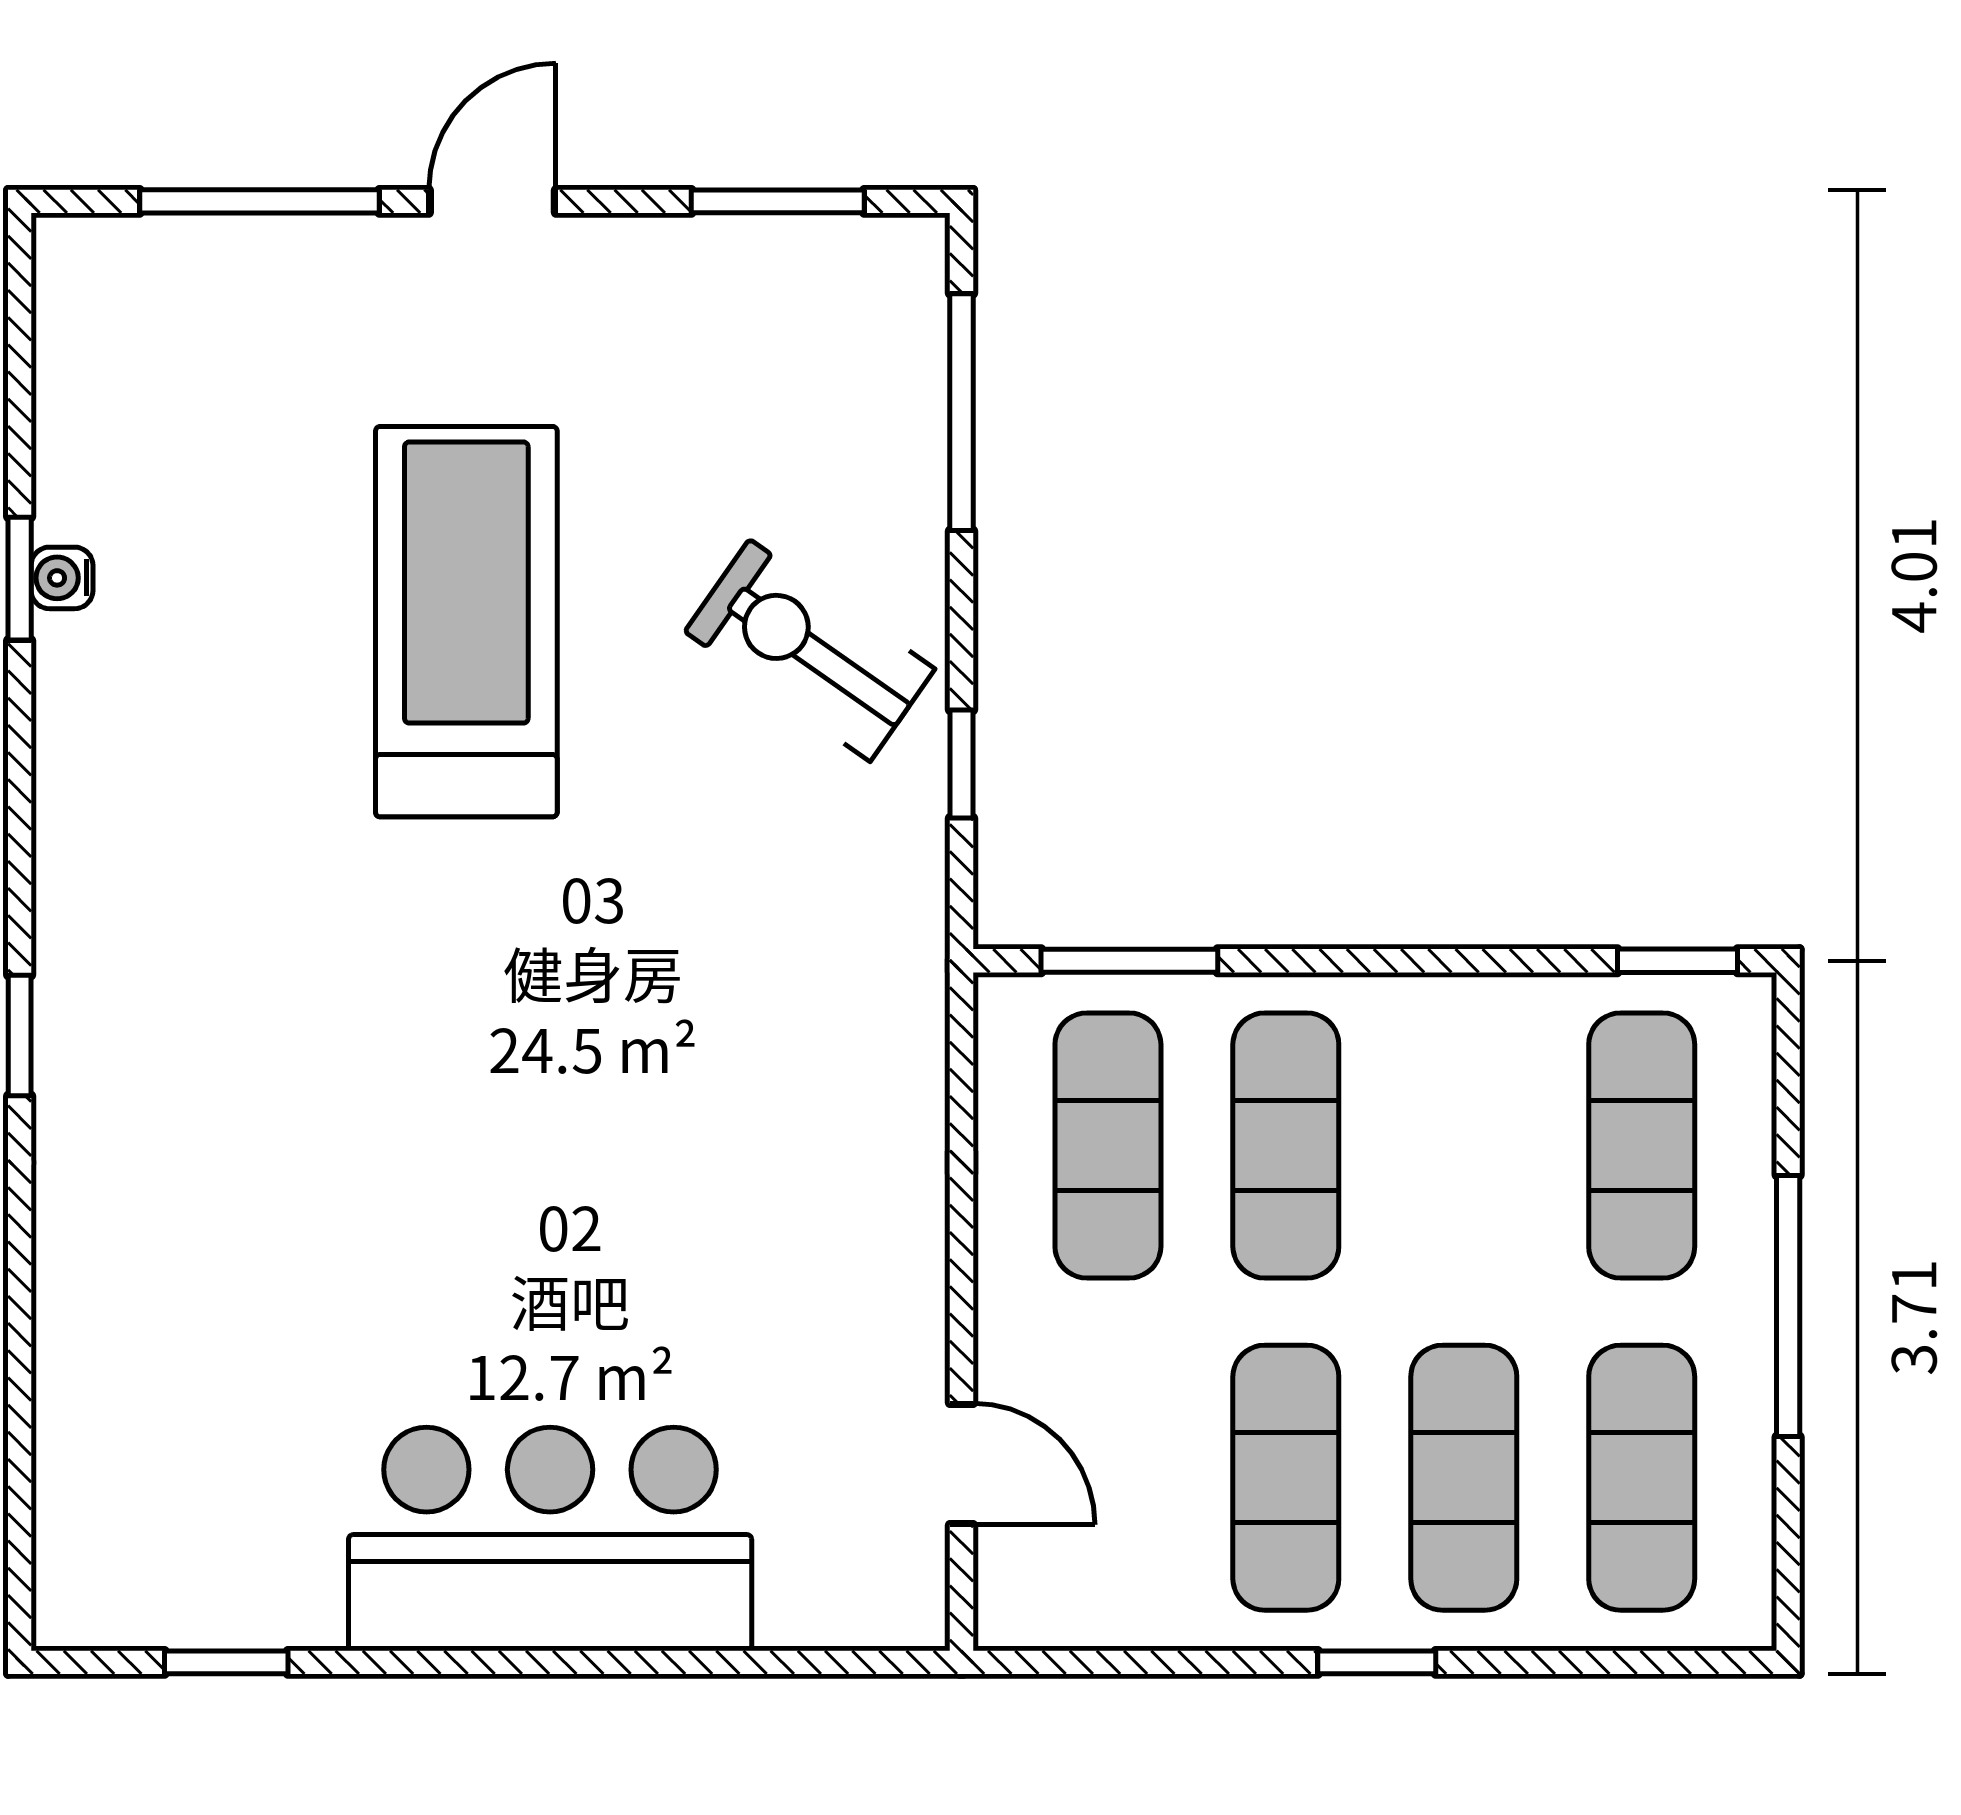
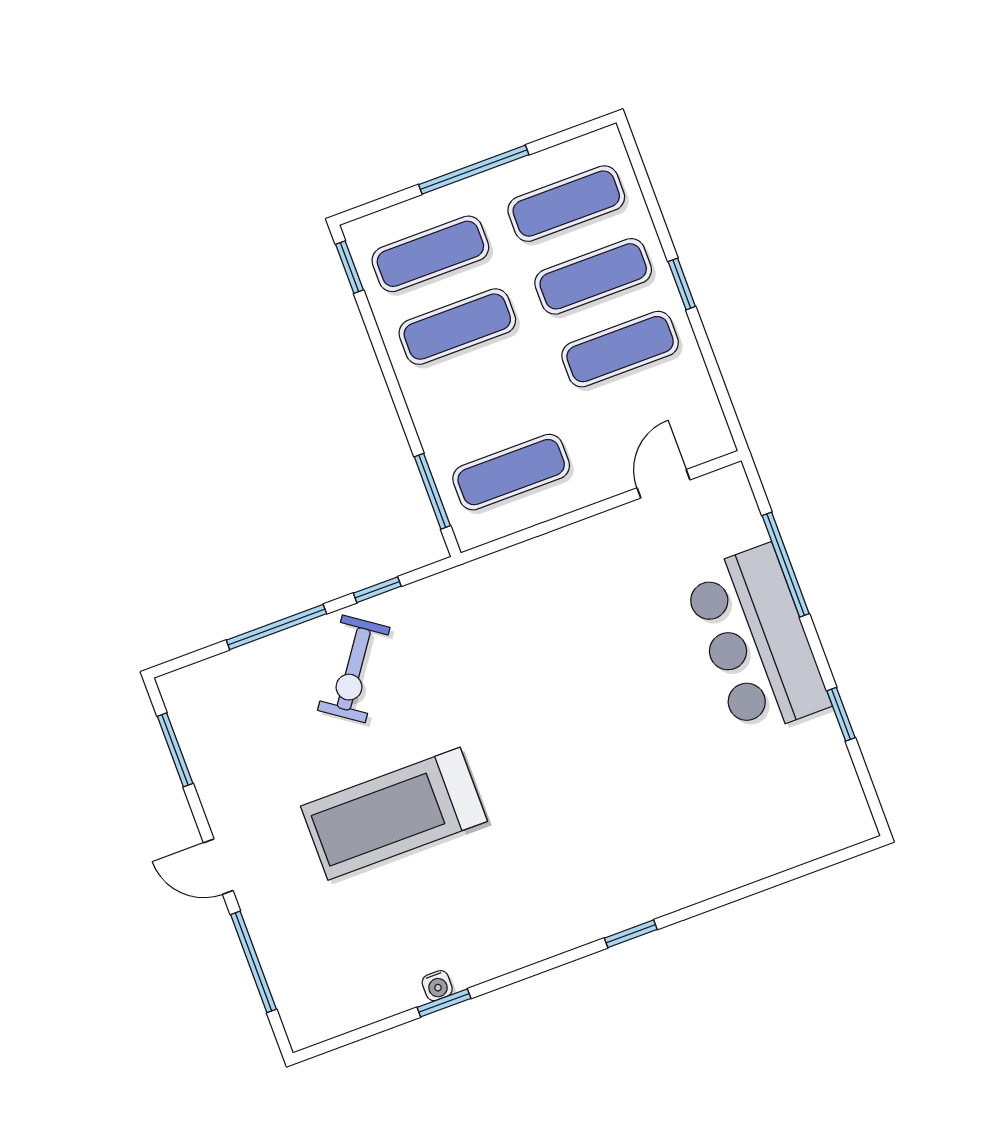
window: (962, 412) -> (276, 627), moved
exercise mat: (1286, 1146) -> (457, 327), moved
window: (226, 1662) -> (841, 714), moved
window: (691, 1662) -> (786, 565), added

